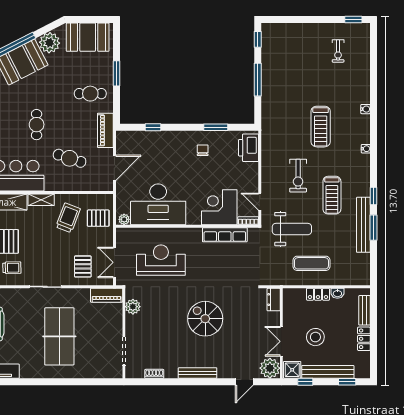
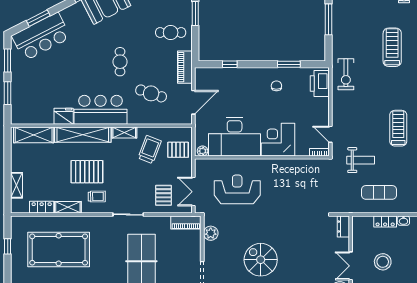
treadmill: (321, 127) -> (392, 47), moved, turned 180
exercise bike: (298, 176) -> (346, 74), moved
treadmill: (332, 195) -> (398, 128), turned 180
corner desk: (219, 207) -> (278, 140), moved
weight bench: (292, 229) -> (361, 160), width x0.73, depth x0.75
row of seats: (225, 235) -> (297, 165), removed
spiral stairs: (205, 319) -> (261, 260), moved

